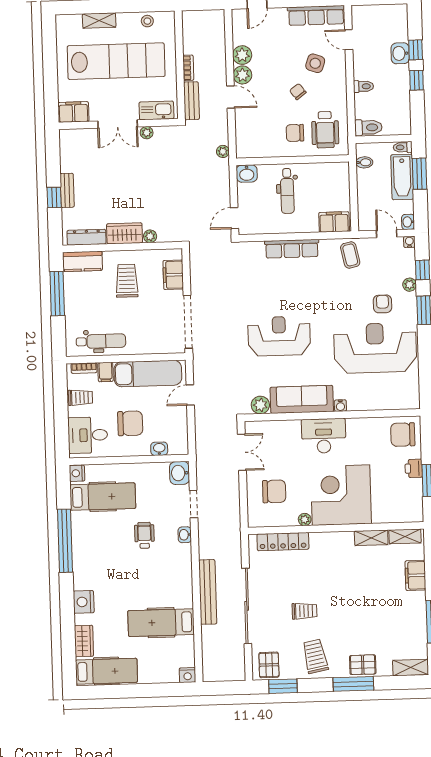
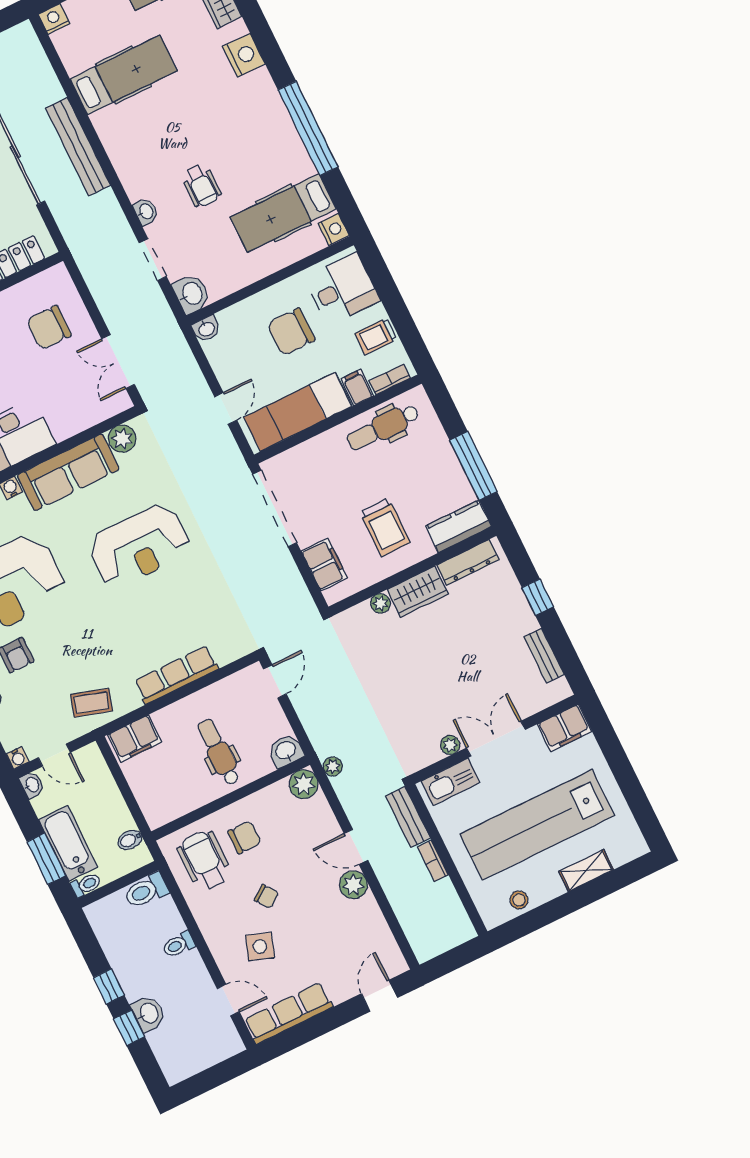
plant: (242, 55) -> (304, 784), moved
bench: (67, 190) -> (544, 656), moved
coffee table: (350, 255) -> (91, 703), turned -61
washbasin: (159, 449) -> (206, 329), moved

